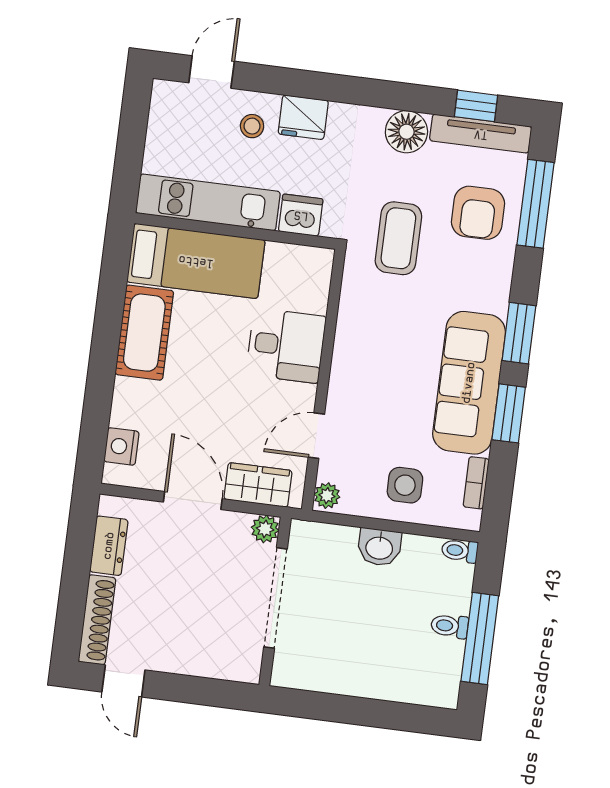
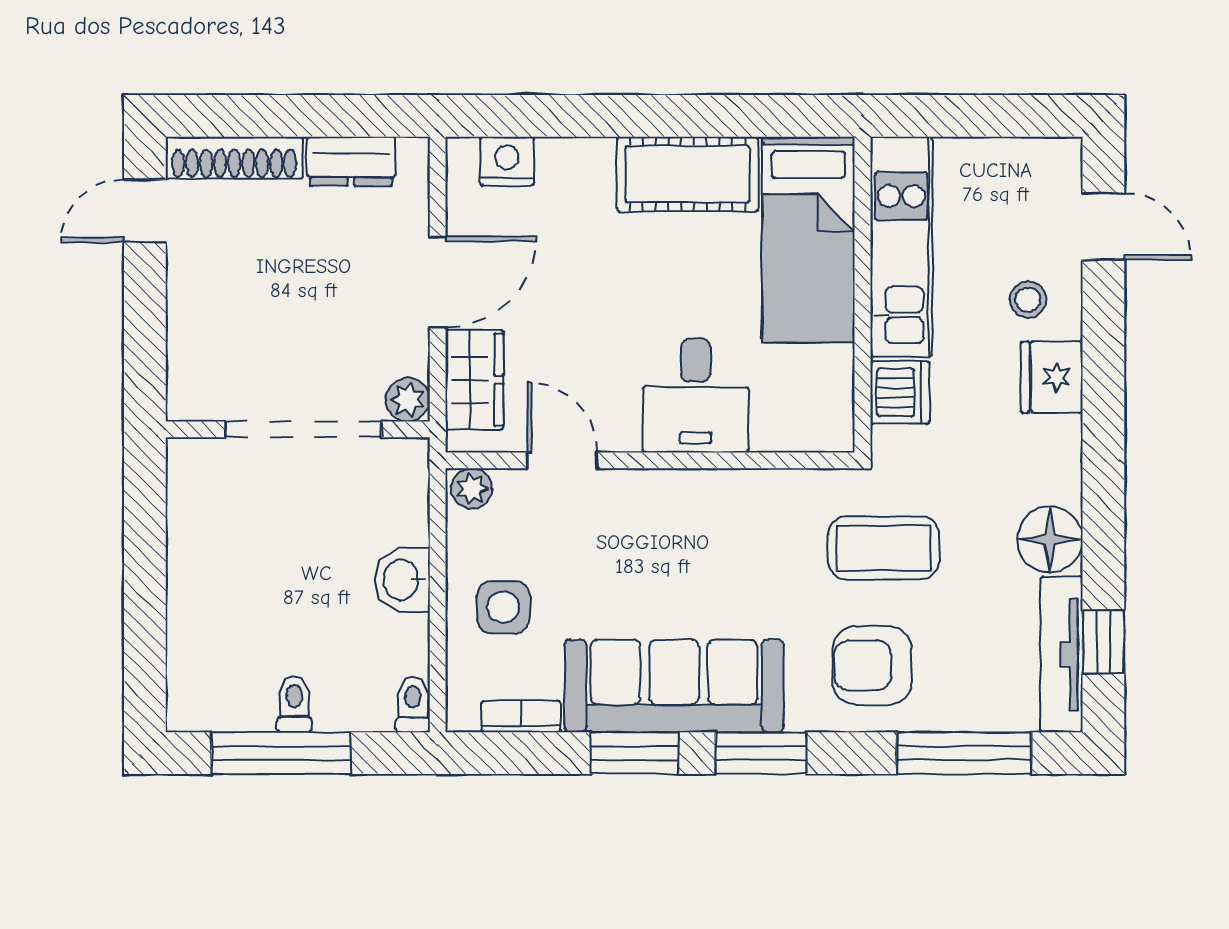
armchair: (478, 213) -> (872, 665), moved

